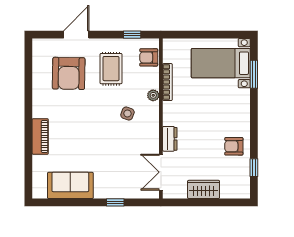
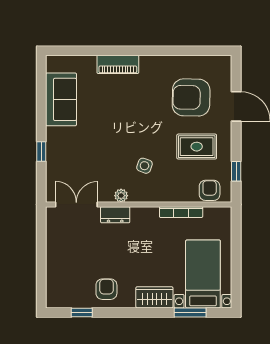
plant: (153, 95) -> (121, 196), moved
wardrobe: (204, 189) -> (154, 297), moved, turned -90

